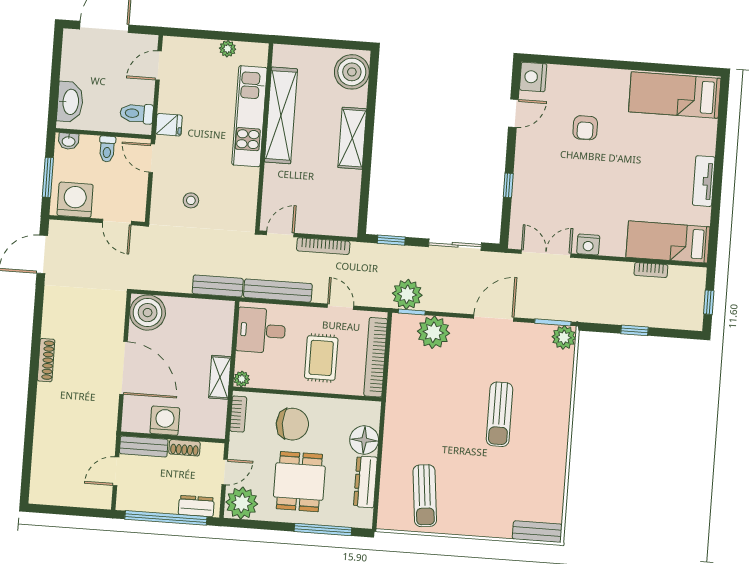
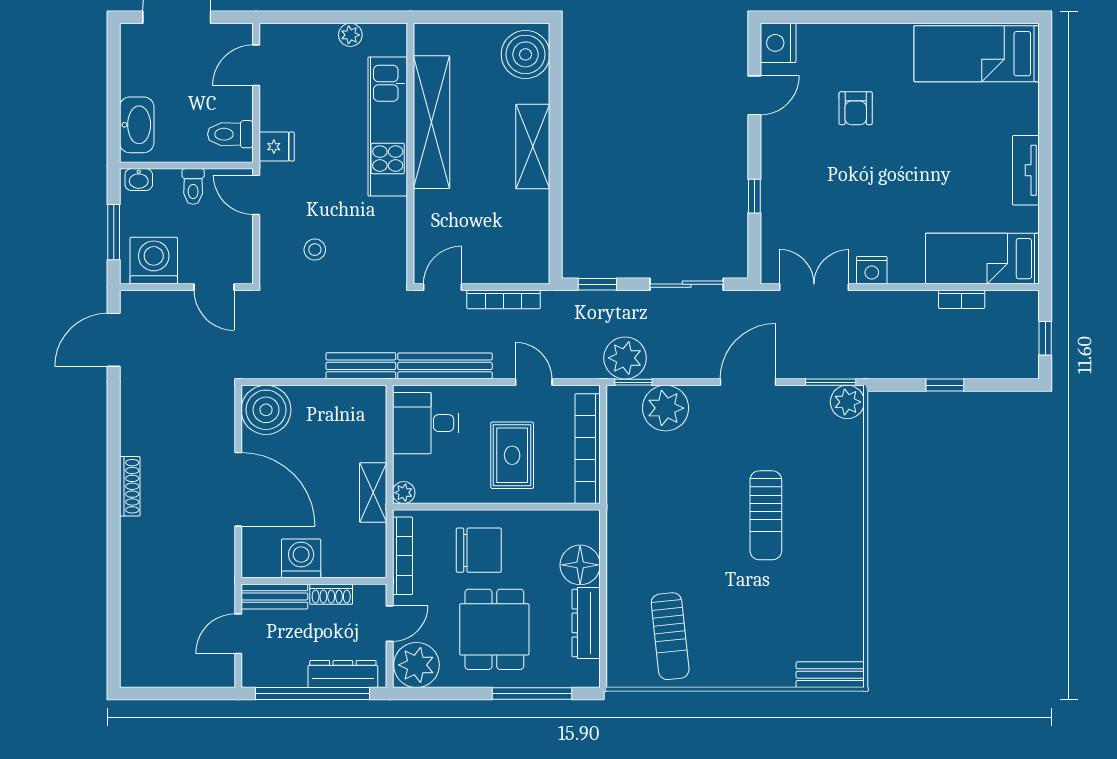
bookcase: (238, 414) -> (402, 556), width x1.56
dresser: (196, 506) -> (343, 674), width x1.44

